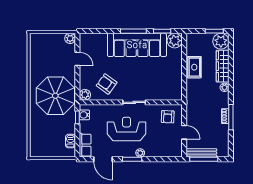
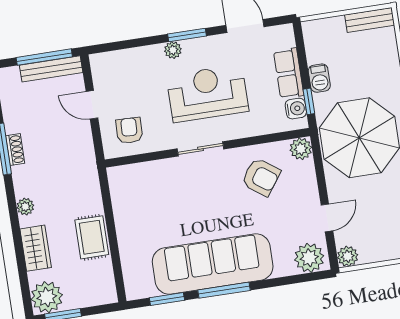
plant: (175, 41) -> (309, 258), moved
door: (77, 59) -> (327, 218), swing flipped
wardrobe: (223, 66) -> (36, 248), width x0.67
reception desk: (127, 129) -> (207, 93), turned 180
barbecue: (70, 141) -> (319, 78), moved
row of seats: (85, 145) -> (289, 73), moved
bench: (41, 153) -> (370, 20), added

